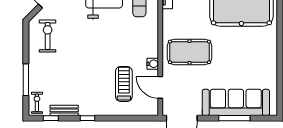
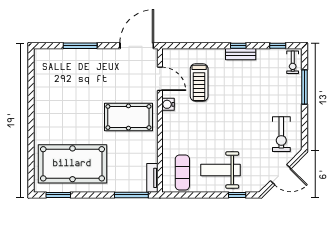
sofa: (236, 102) -> (79, 63), removed
bench: (64, 110) -> (241, 54), moved

